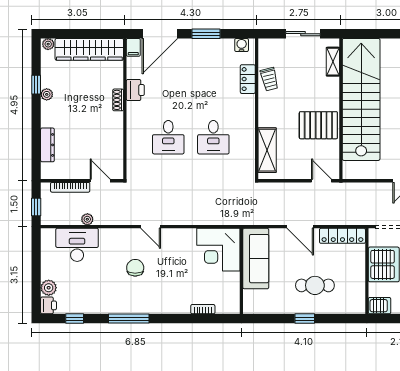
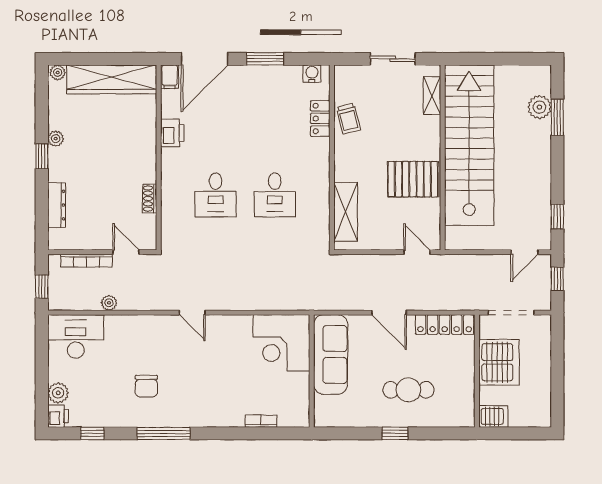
window: (36, 85) -> (42, 156), moved
shoe rack: (118, 100) -> (150, 199), moved
desk: (77, 245) -> (76, 336), moved
chair: (135, 268) -> (146, 386), moved, turned 180

